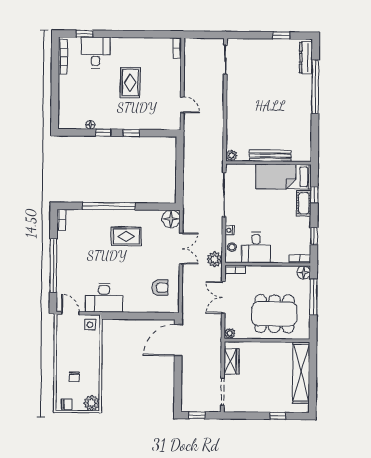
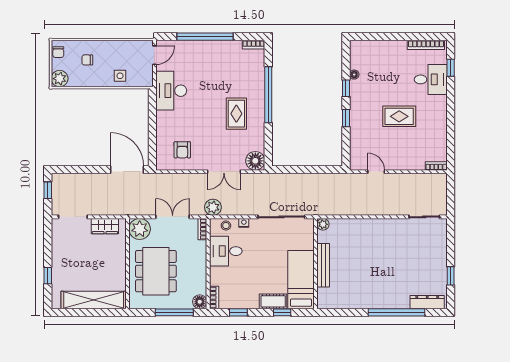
door: (182, 105) -> (376, 172), swing flipped
side table: (90, 325) -> (120, 76), moved
plant: (230, 333) -> (140, 229), width x1.88, depth x1.88

